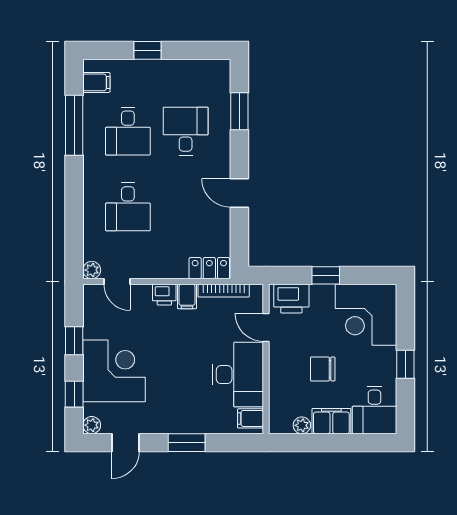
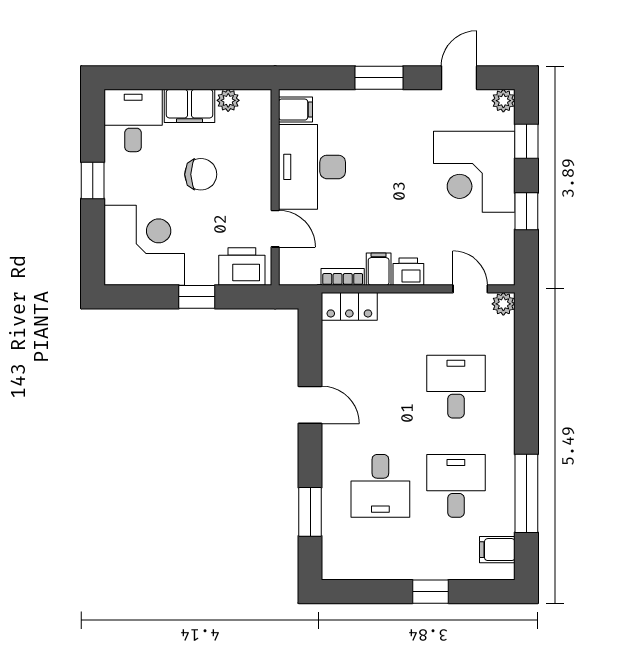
bookcase: (224, 291) -> (343, 277), width x0.64

